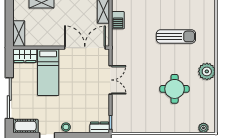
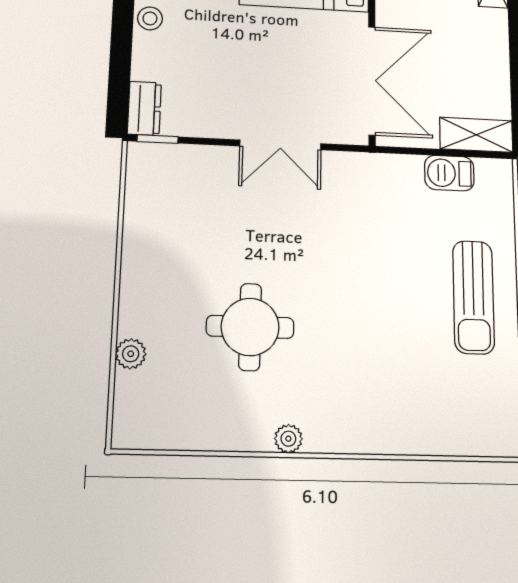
sun lounger: (176, 36) -> (473, 297), moved
plant: (207, 71) -> (288, 439), width x0.53, depth x0.53
plant: (203, 128) -> (131, 354), moved

